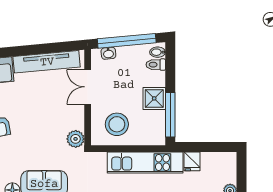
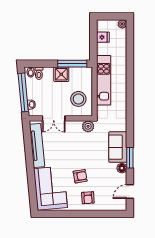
fridge: (192, 161) -> (103, 37), moved

